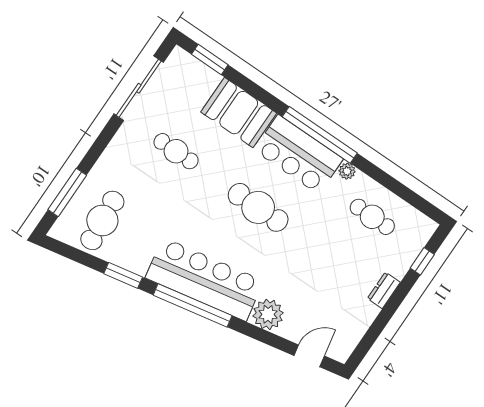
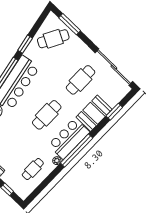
window: (210, 59) -> (114, 112), moved
sliding door: (139, 88) -> (114, 67), width x1.36
cafe table: (176, 151) -> (81, 80), width x1.37, depth x1.35
cafe table: (102, 220) -> (53, 39), turned -57

